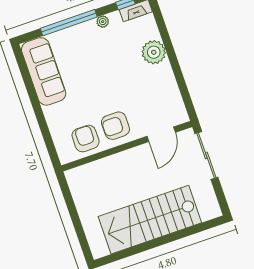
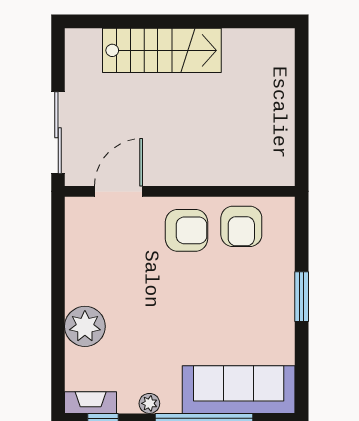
sofa: (44, 71) -> (239, 390), moved, turned 90
window: (38, 111) -> (302, 297), added
stairs: (150, 220) -> (162, 50), width x0.73, depth x0.66

